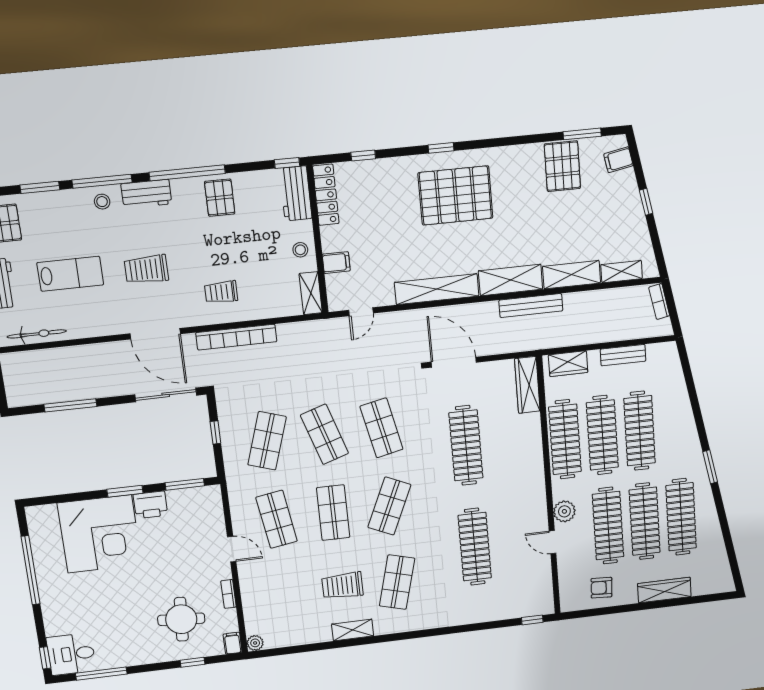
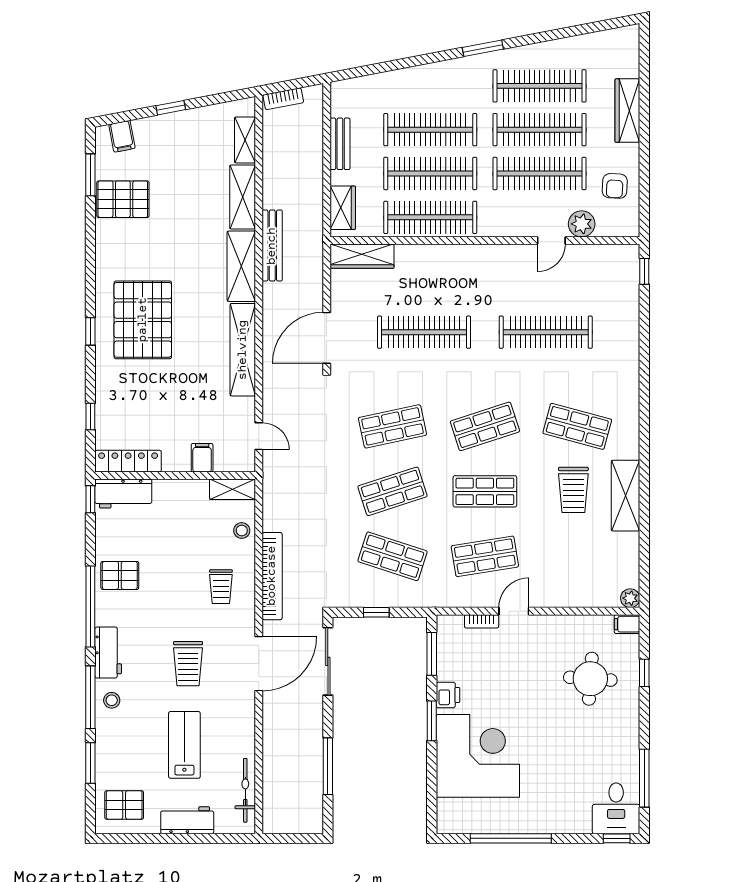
stool: (300, 250) -> (242, 530), moved
printer: (150, 505) -> (448, 695), width x0.73, depth x0.81
shop shelf: (389, 506) -> (485, 426), turned -42
plant: (564, 511) -> (582, 224), moved
bookcase: (228, 594) -> (482, 621), moved
shelving: (353, 630) -> (626, 496), width x1.50, depth x1.33

